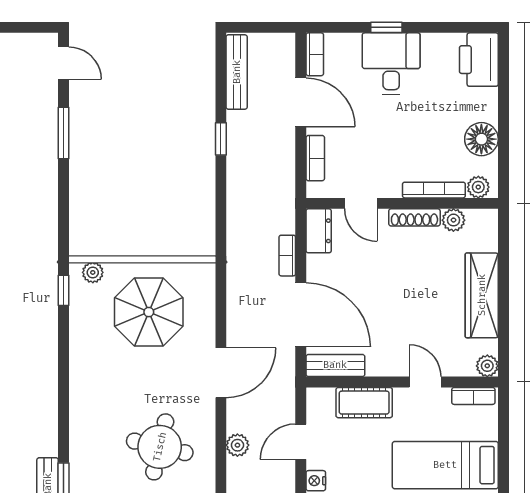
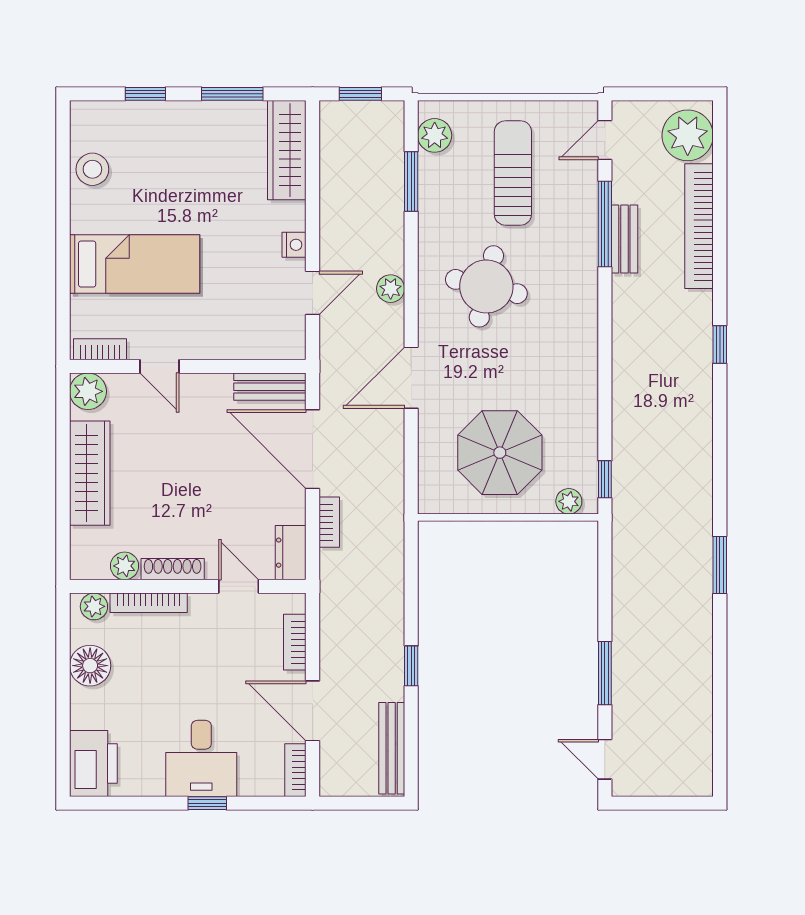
plant: (487, 366) -> (88, 391), width x1.38, depth x1.38
cot: (364, 403) -> (235, 341), removed

